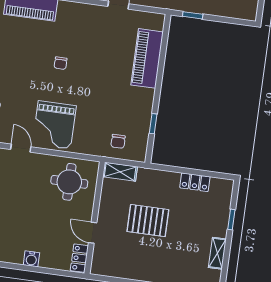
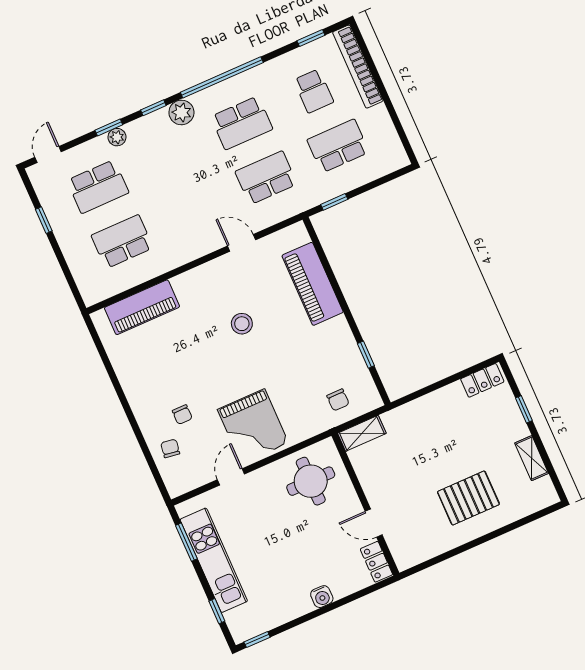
stool: (87, 56) -> (242, 324), added
chair: (61, 63) -> (182, 415), moved
door: (21, 148) -> (231, 477), hinge flipped
locker: (195, 182) -> (482, 380), moved
pallet: (148, 221) -> (468, 498), moved

